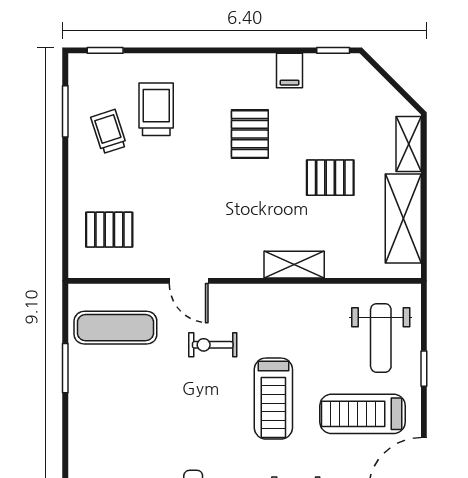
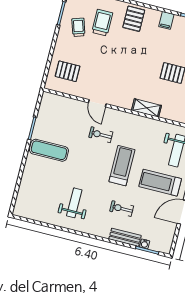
pallet: (250, 134) -> (134, 19), moved
exercise mat: (115, 328) -> (49, 150), moved
treadmill: (273, 399) -> (122, 166), turned 180

